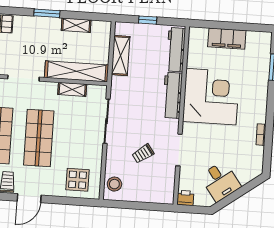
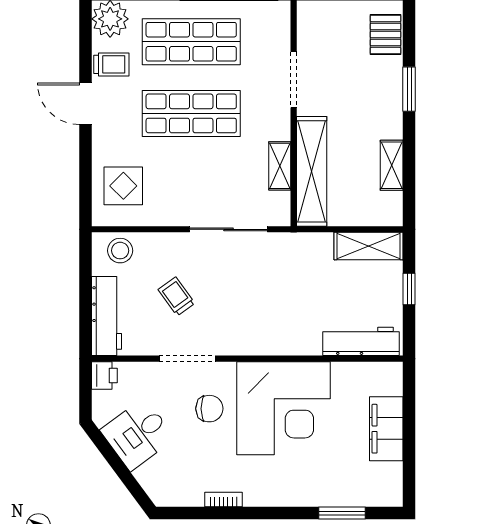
window: (47, 13) -> (409, 89), moved
shelving: (121, 56) -> (369, 246), moved
workbench: (172, 95) -> (107, 316), moved, turned 90
chair: (208, 139) -> (209, 409), added

